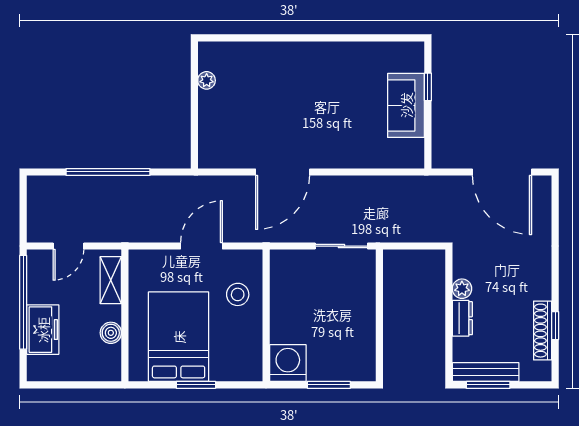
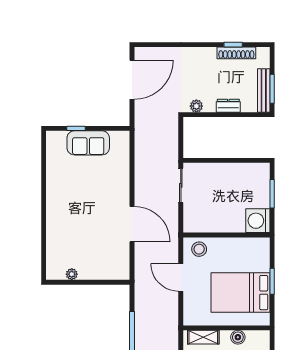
plant: (462, 289) -> (196, 106), moved
stool: (238, 294) -> (199, 249), moved

